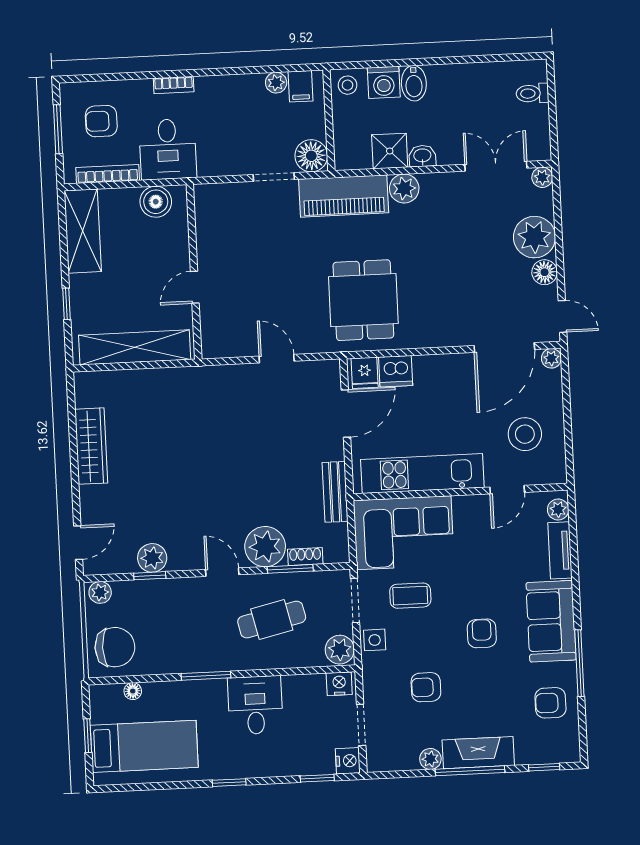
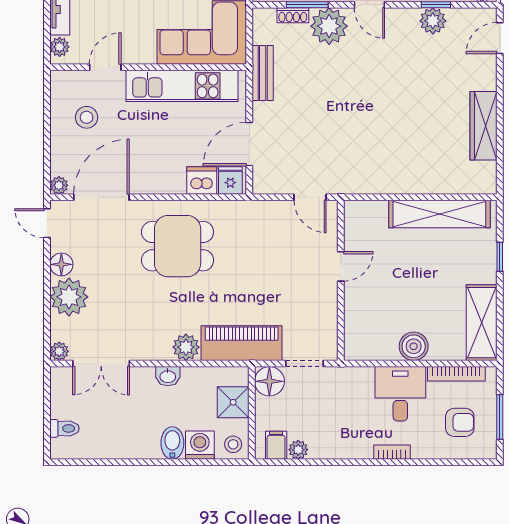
shower: (390, 151) -> (233, 402), moved
wall: (194, 272) -> (341, 280), moved
door: (195, 287) -> (341, 266), moved
dining table: (363, 300) -> (178, 246), moved, turned 90
stool: (525, 434) -> (87, 117), width x0.73, depth x0.73

